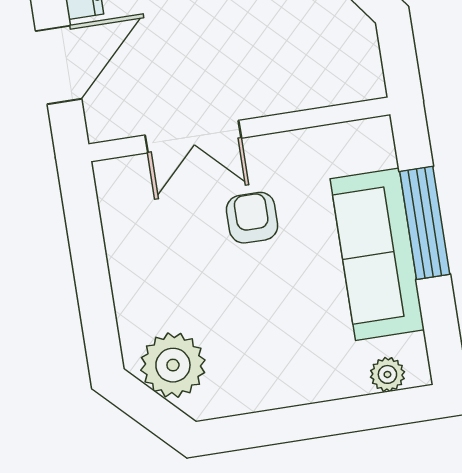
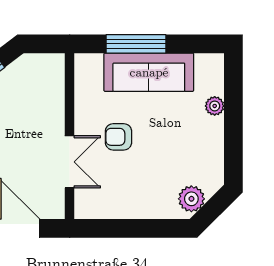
plant: (173, 365) -> (191, 199), width x0.73, depth x0.73
plant: (387, 374) -> (215, 106), moved

